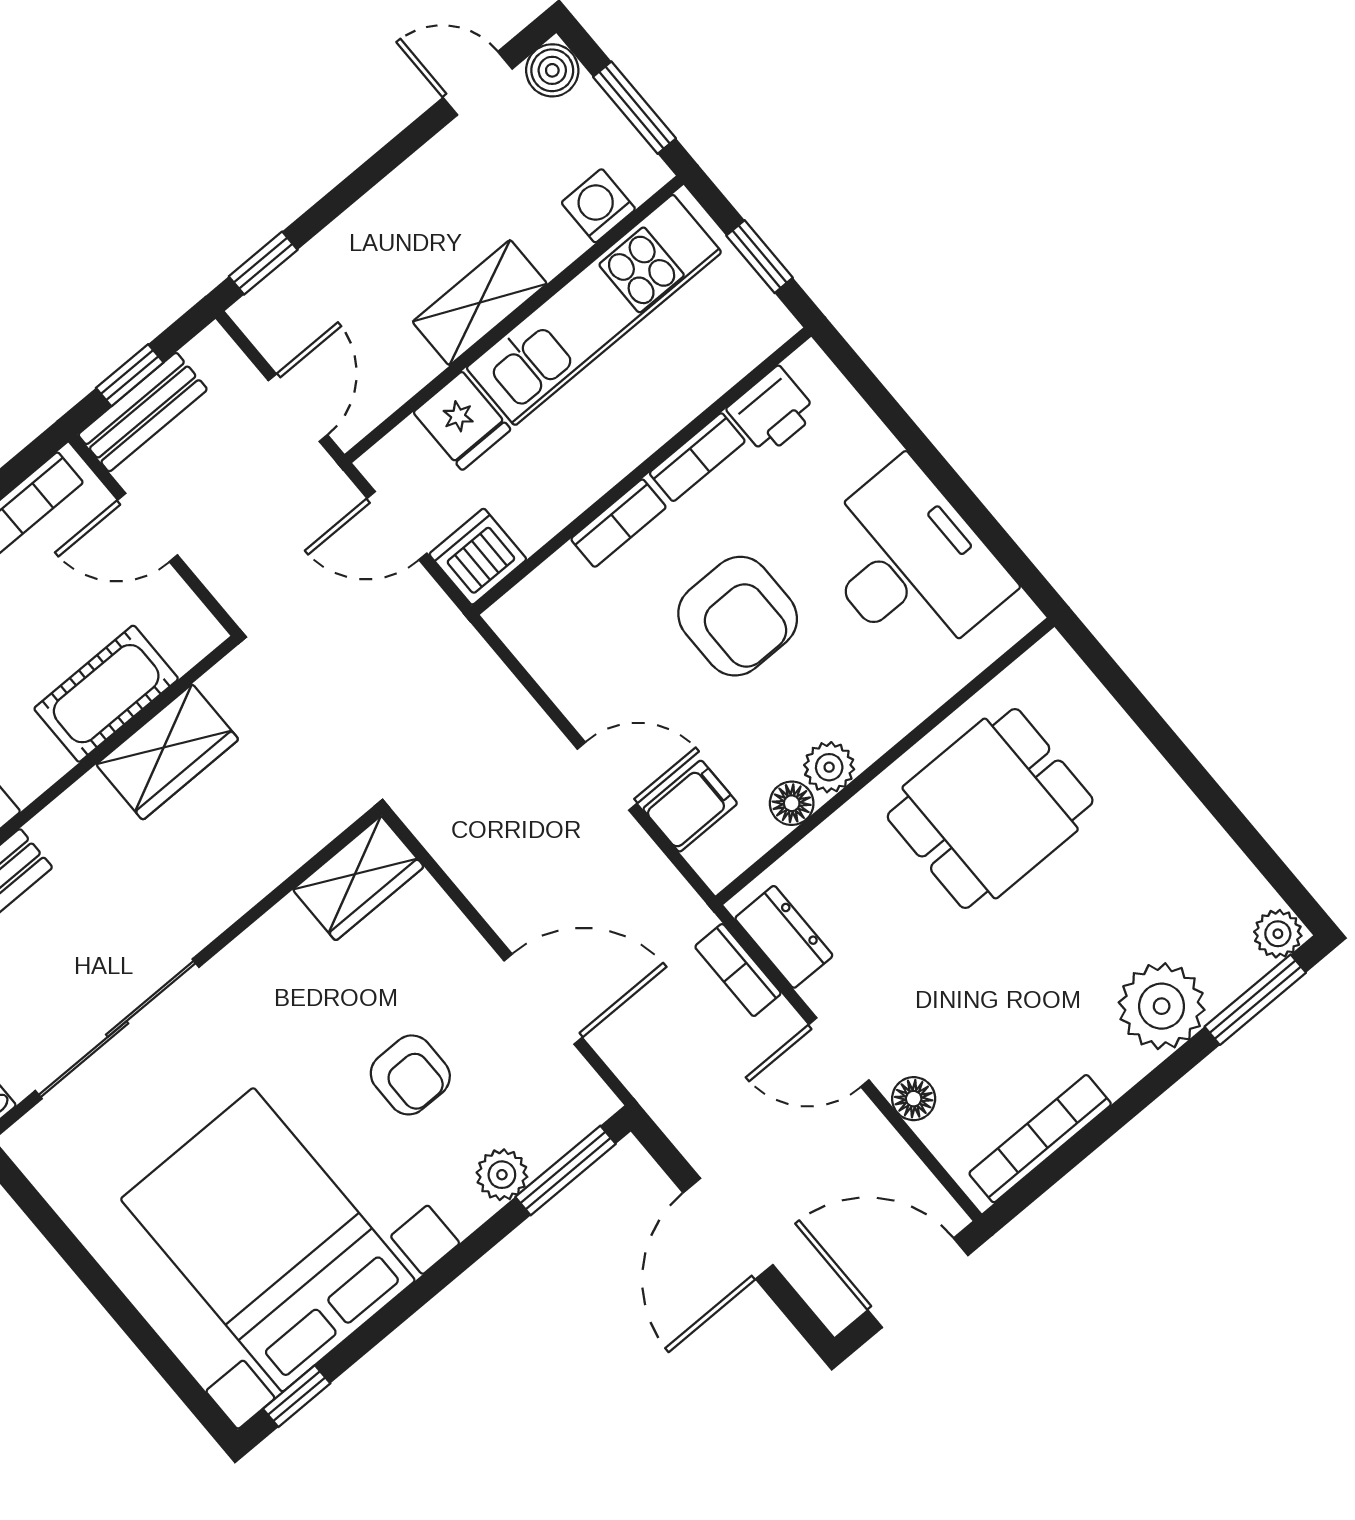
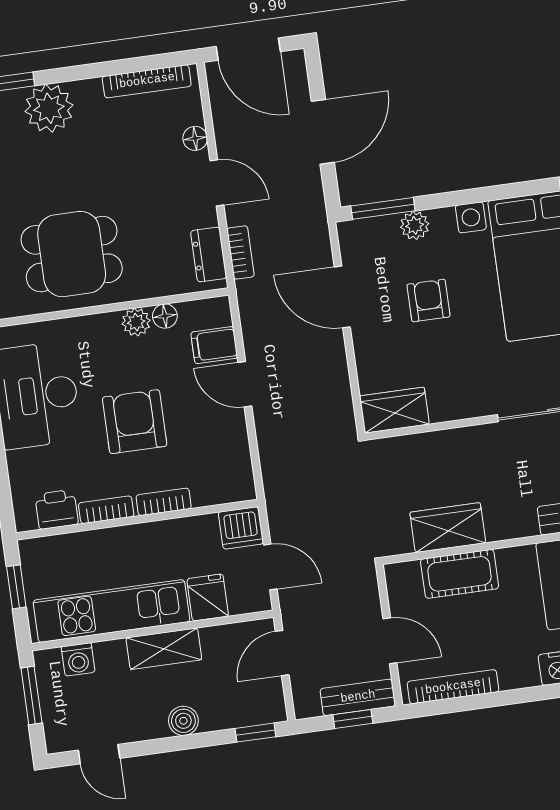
boiler: (552, 70) -> (183, 721), moved

